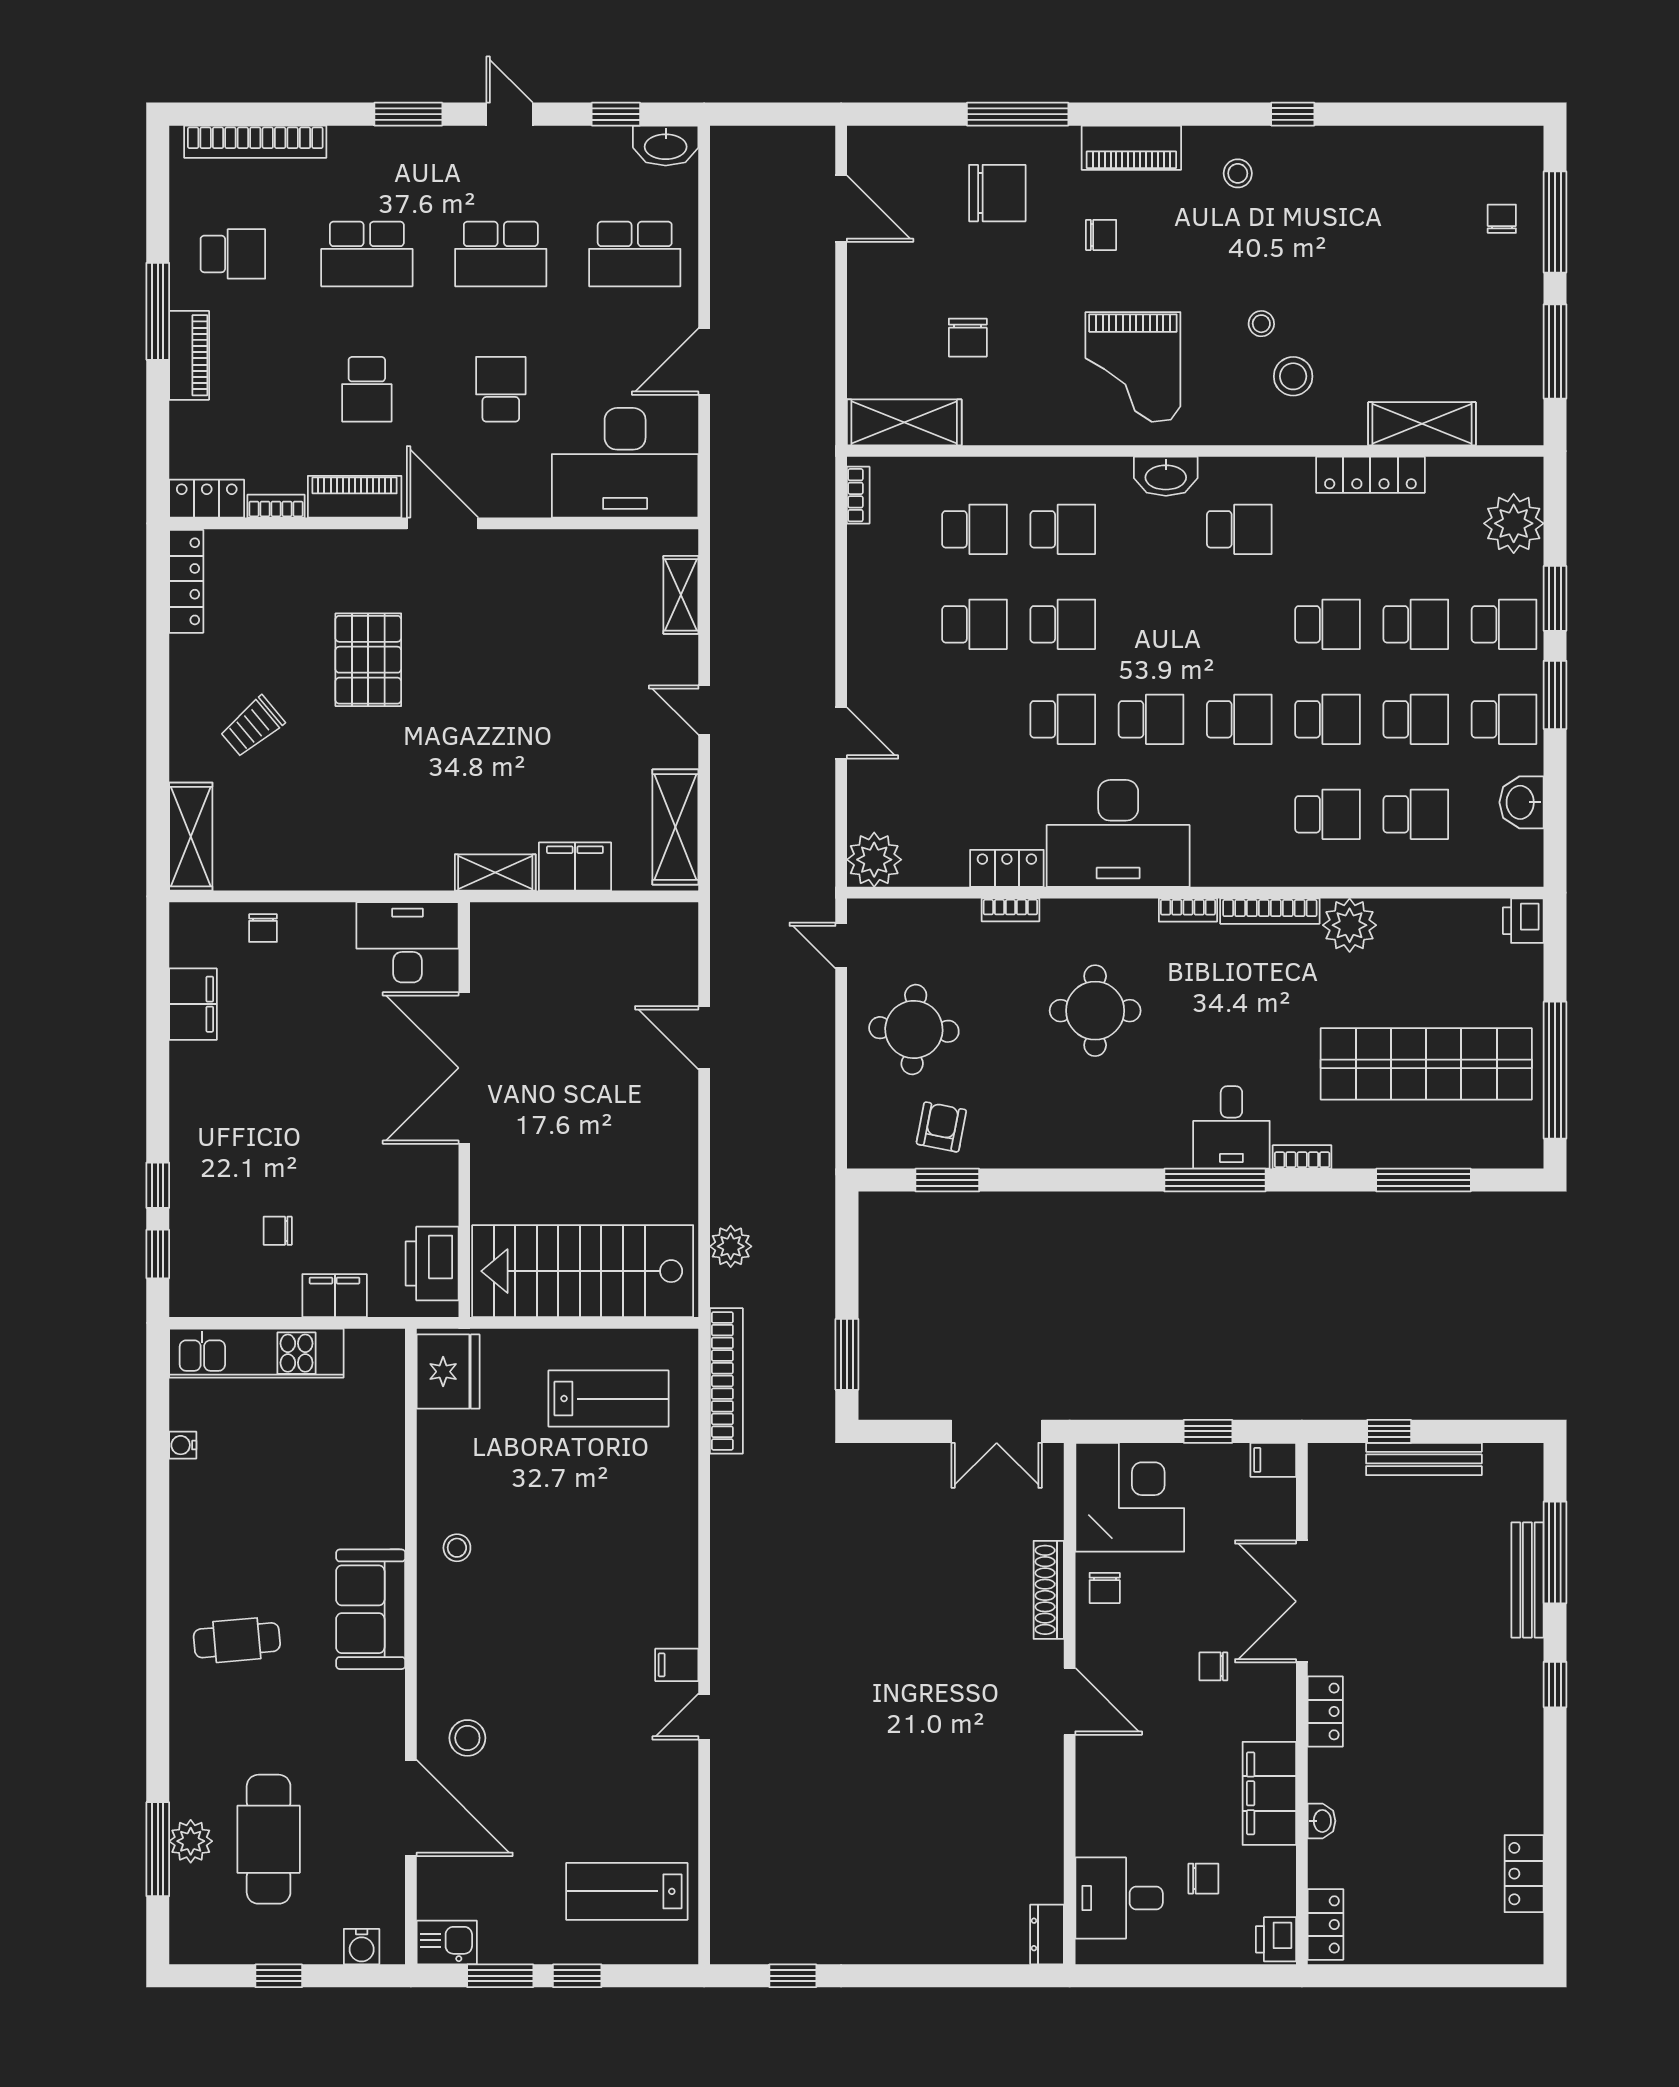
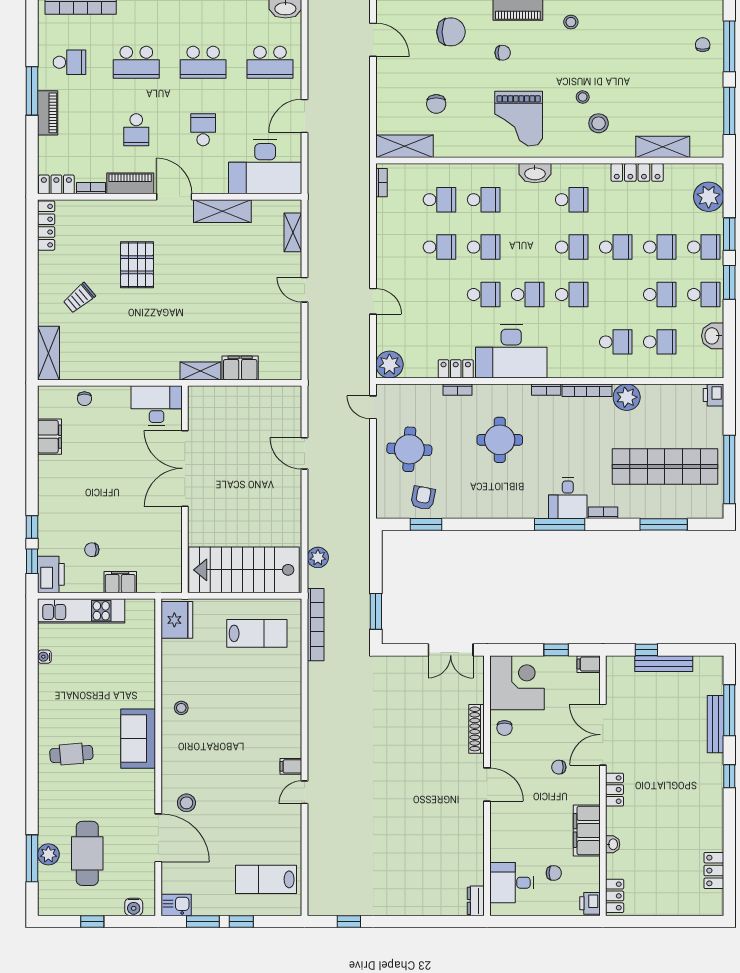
school desk: (1328, 719) -> (572, 247), moved
shelving: (675, 827) -> (222, 211), moved, turned 90
printer: (432, 1264) -> (51, 574), moved, turned 180

